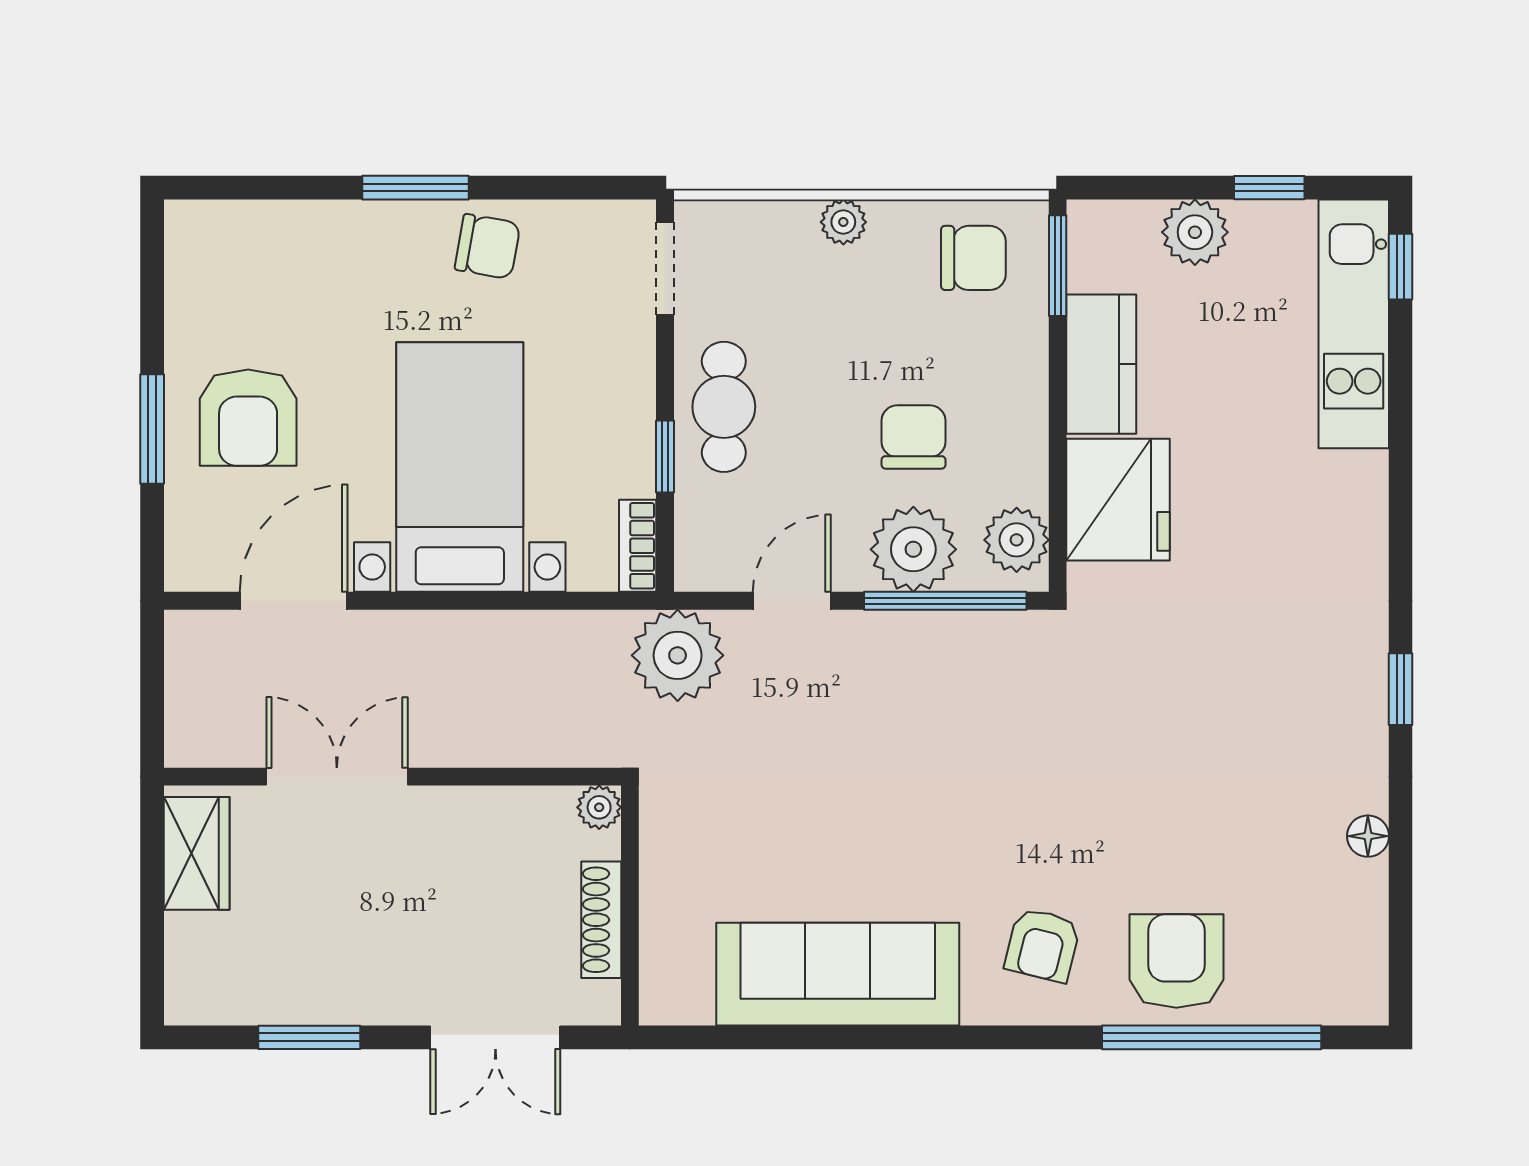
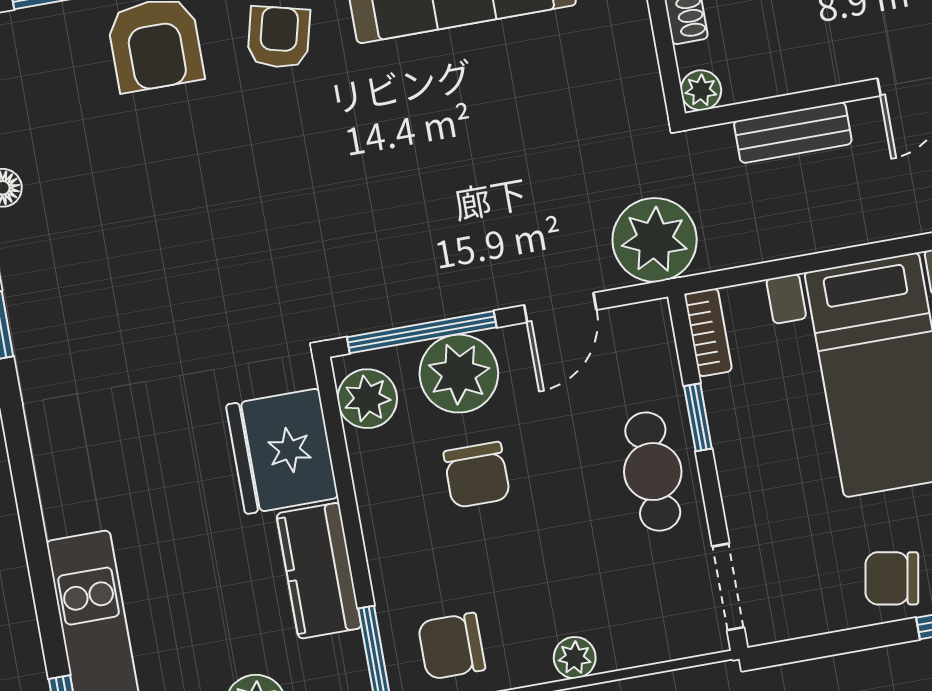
bench: (509, 744) -> (793, 133), added

